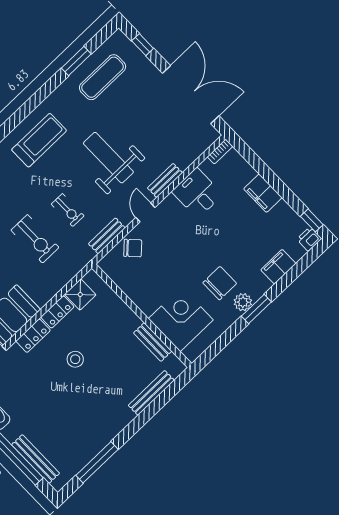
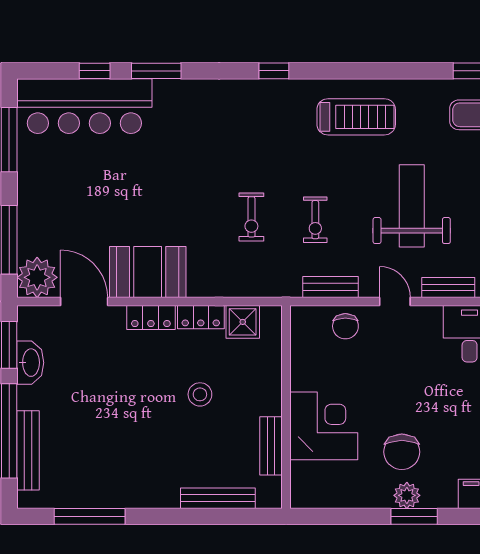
door: (145, 212) -> (395, 301), hinge flipped
exercise bike: (35, 239) -> (251, 217), width x0.73, depth x0.72
chair: (133, 248) -> (345, 326), turned 44
chair: (220, 283) -> (402, 452), turned 90
corner desk: (181, 319) -> (324, 426), moved
stool: (75, 359) -> (200, 394), moved

